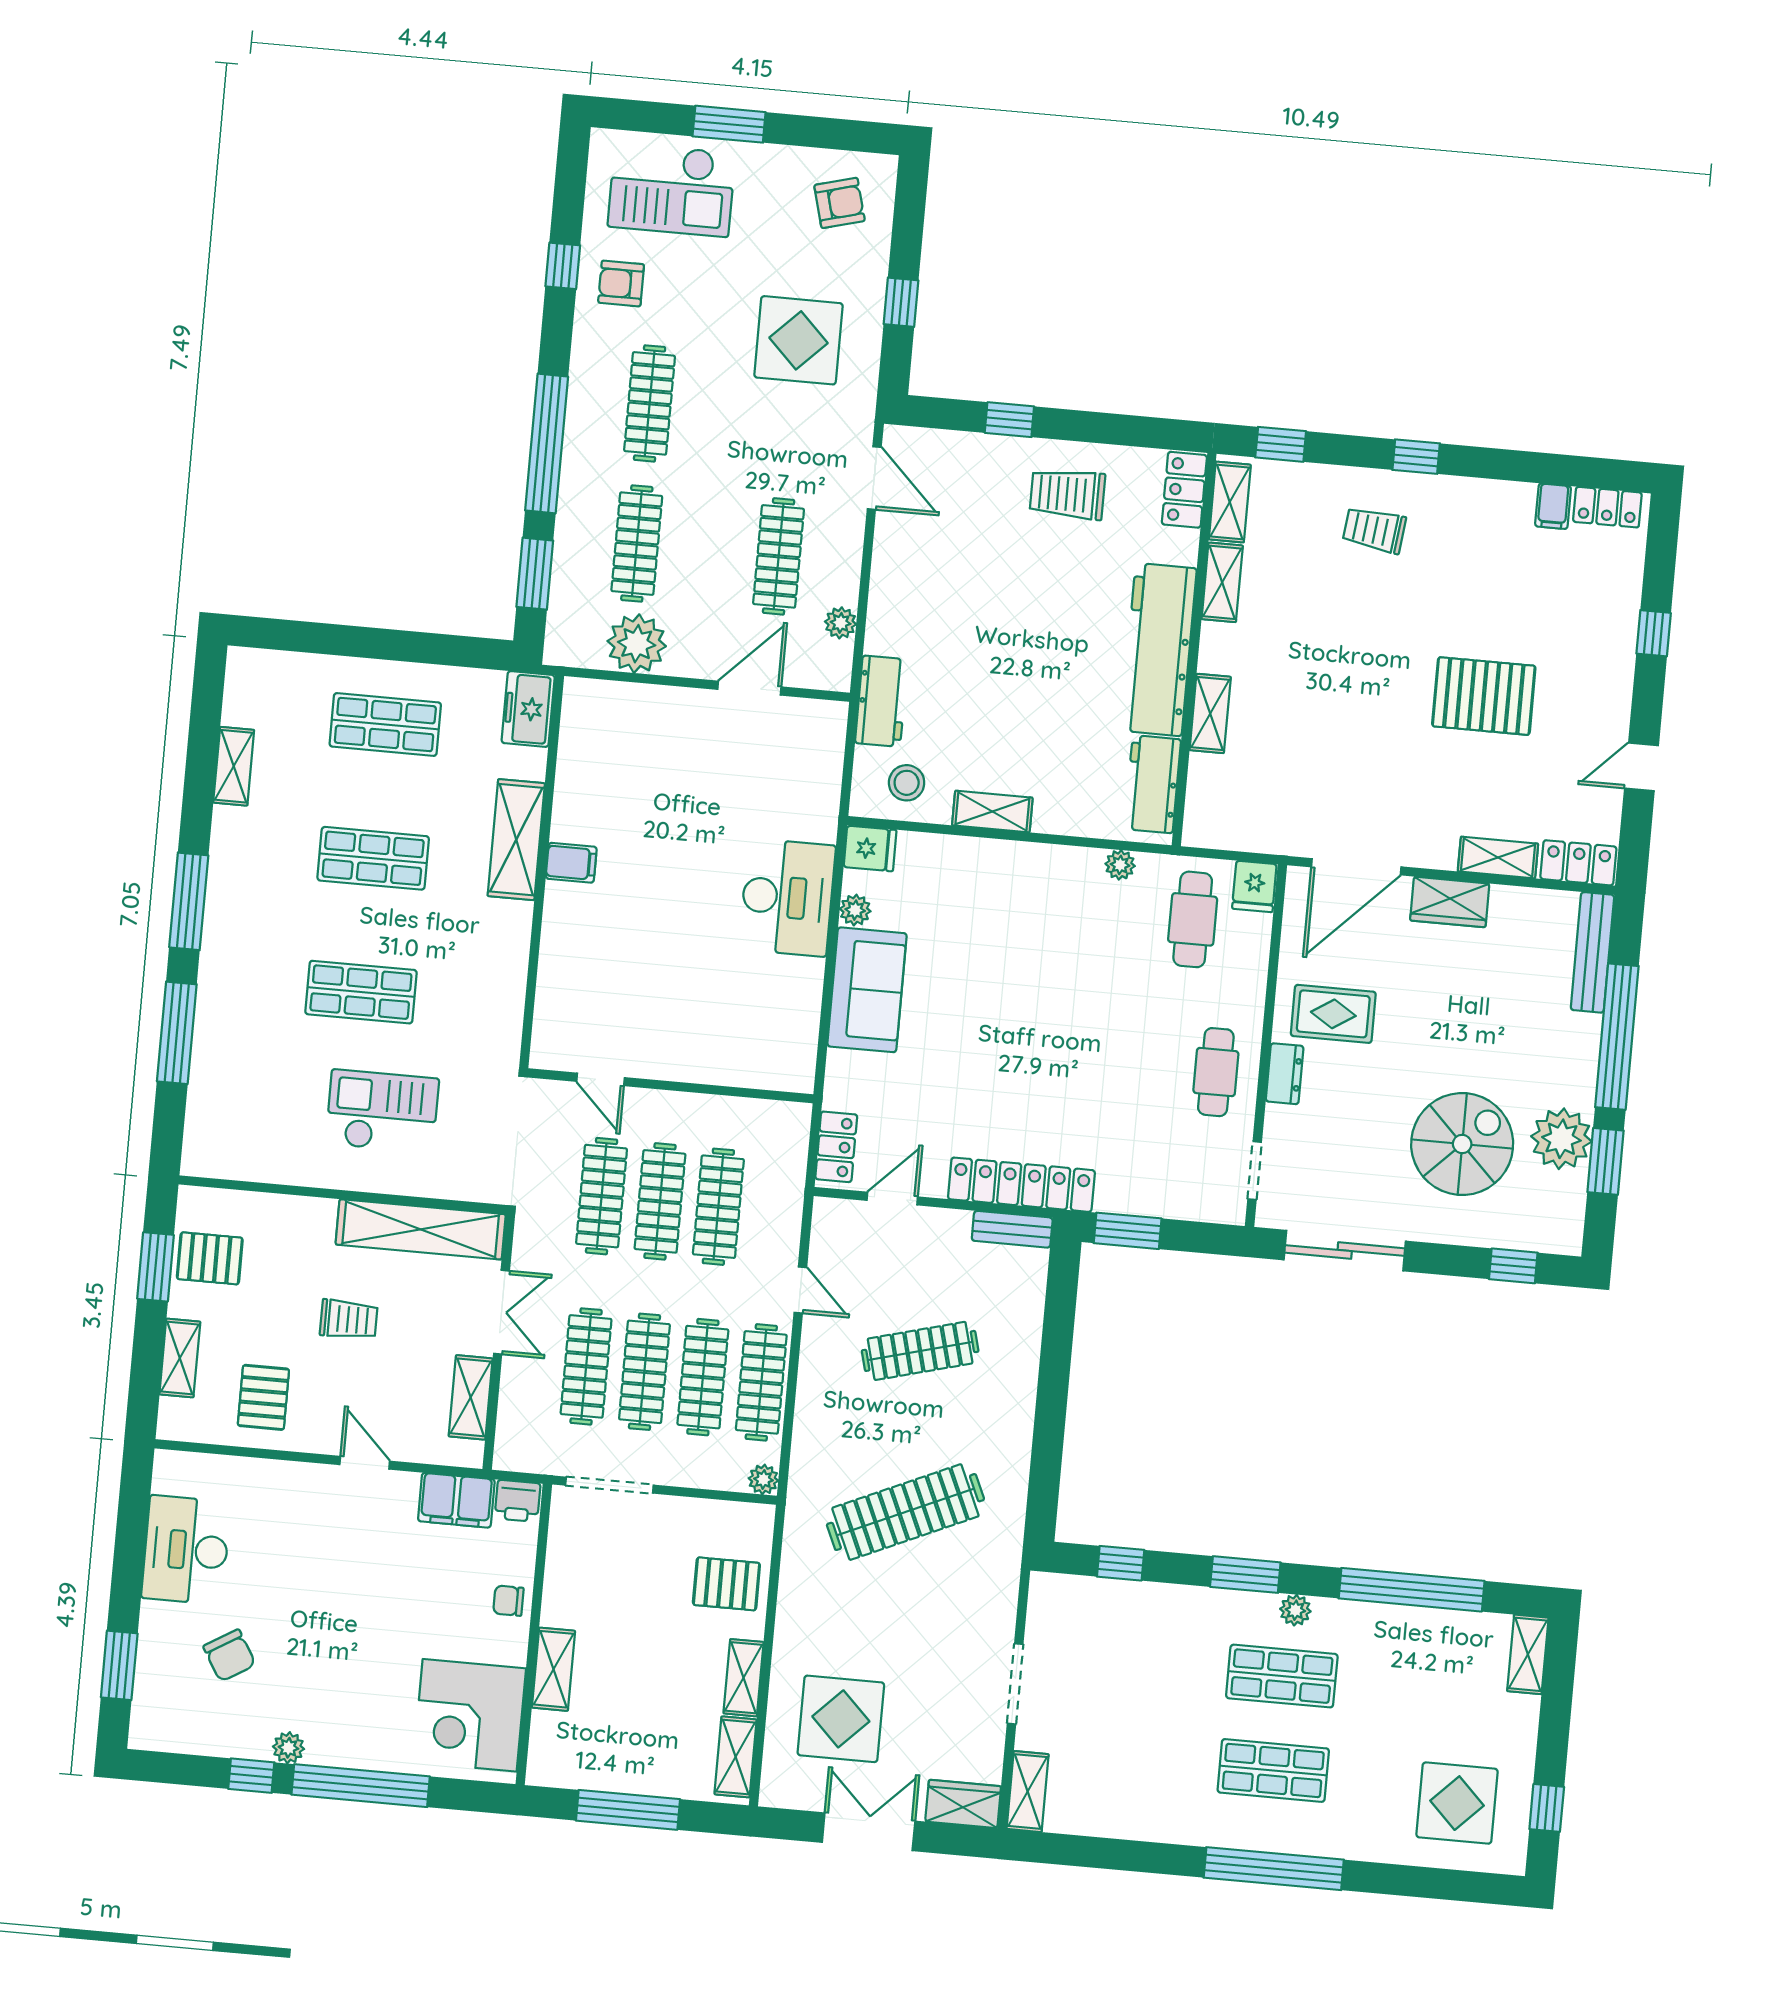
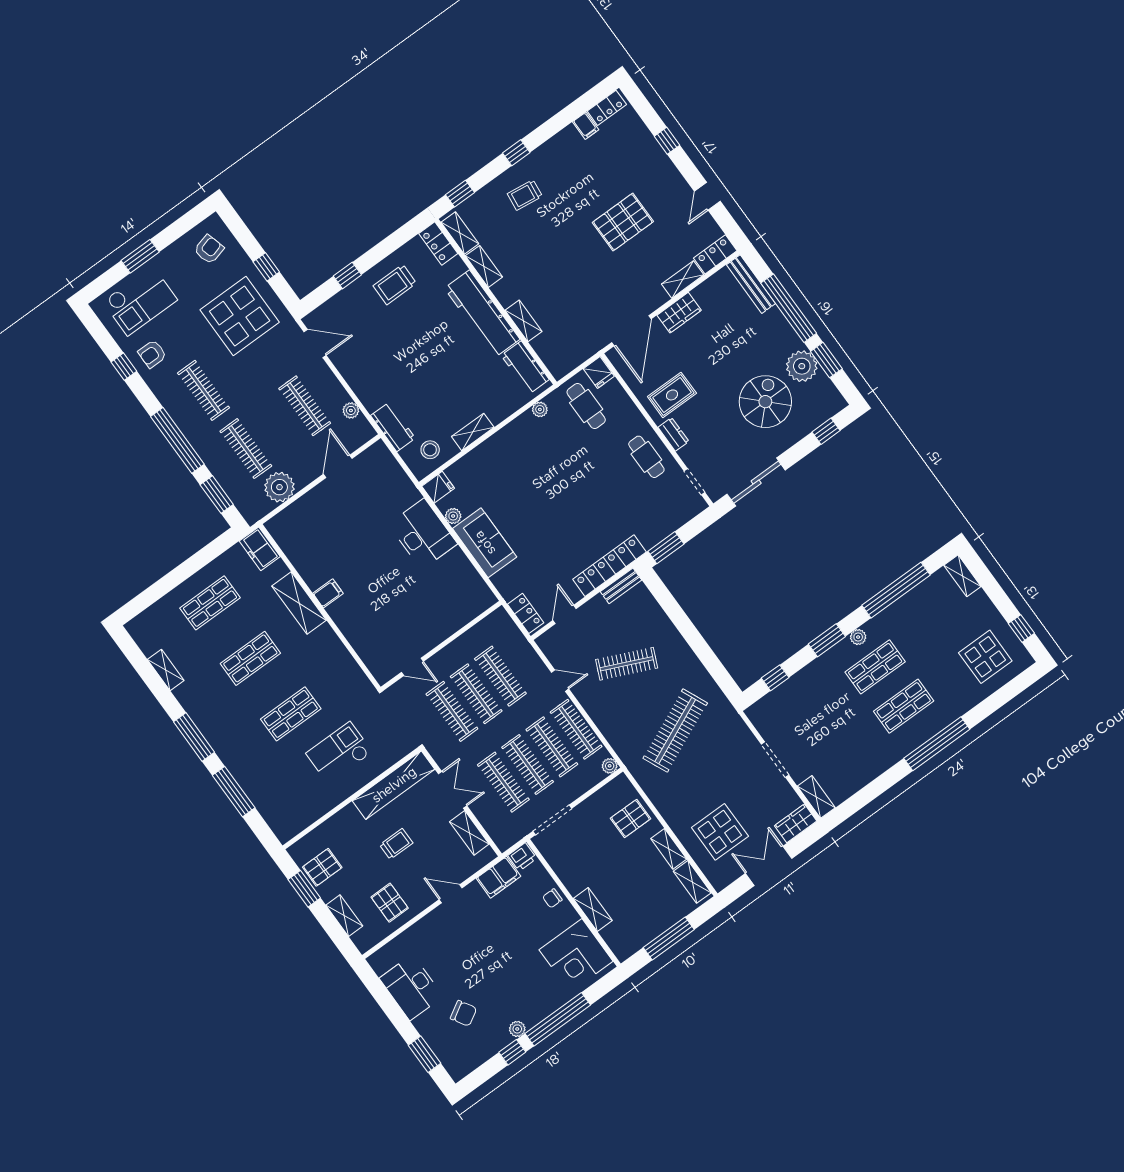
display table: (798, 340) -> (240, 316), width x1.36, depth x1.36
clothes rail: (920, 1351) -> (627, 664), turned 39

